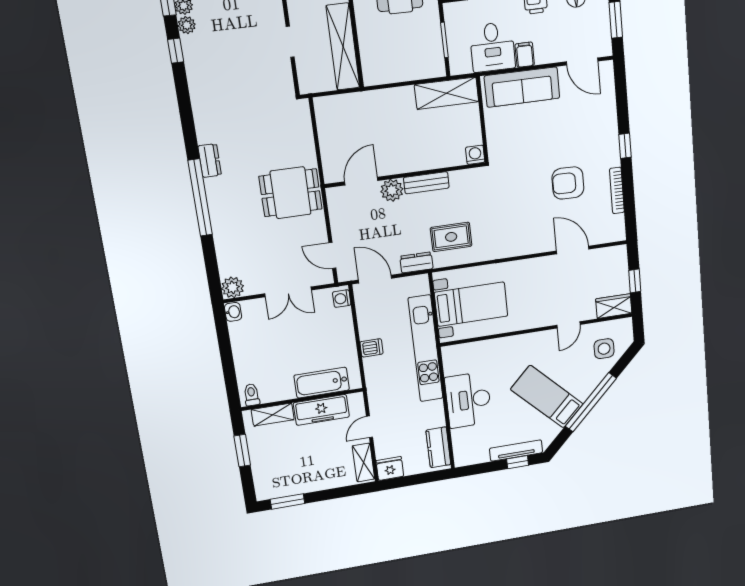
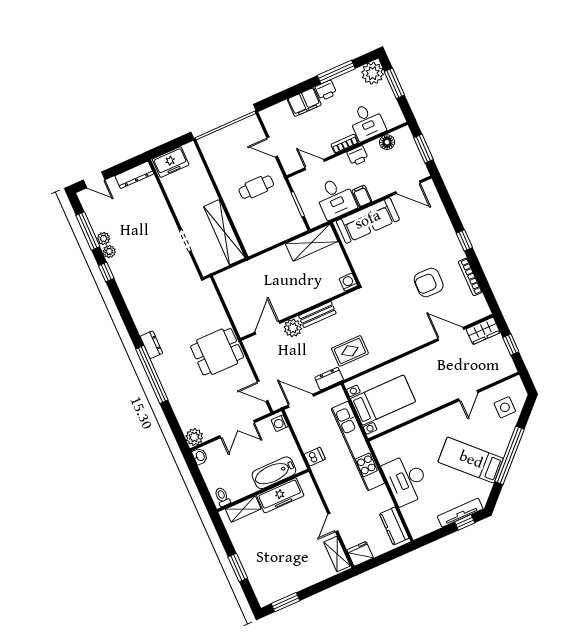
wardrobe: (614, 306) -> (483, 331), moved, turned 180
bathtub: (322, 383) -> (274, 473), moved
toilet: (252, 395) -> (222, 497), moved
wall: (302, 399) -> (263, 490), moved
freezer: (321, 410) -> (280, 495), moved
shelving: (273, 415) -> (243, 509), moved

